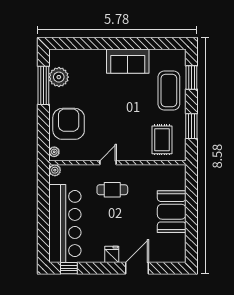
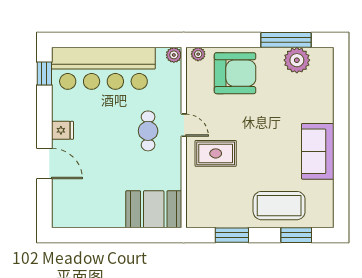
rug: (162, 140) -> (216, 153), moved
booth: (172, 212) -> (154, 209), moved

